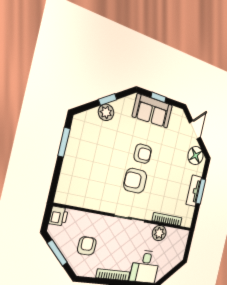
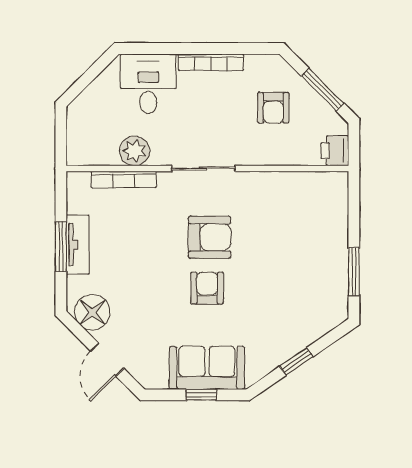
plant: (106, 112) -> (294, 340), removed
armchair: (143, 154) -> (207, 288), turned 90

